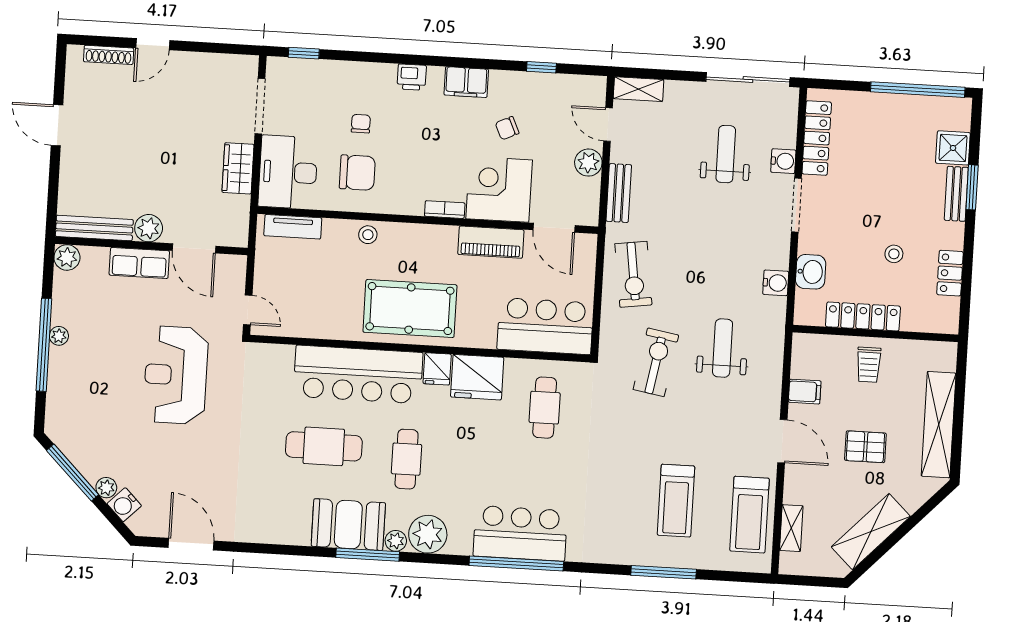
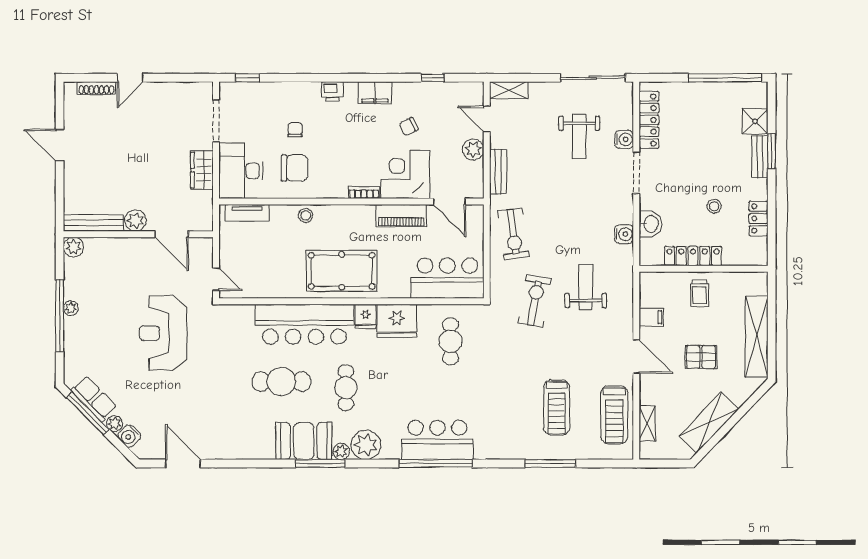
weight bench: (726, 154) -> (579, 137), turned 180
row of seats: (139, 263) -> (94, 399), moved, turned -135

